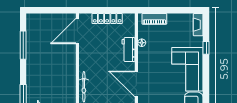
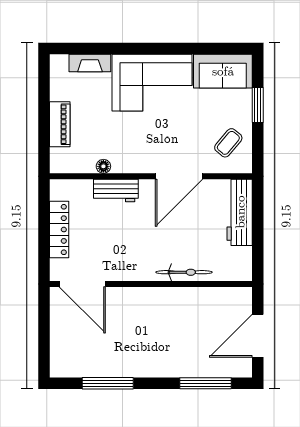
piano: (154, 19) -> (60, 124), moved
fireplace: (198, 25) -> (90, 63), moved
window: (206, 48) -> (113, 49), removed

